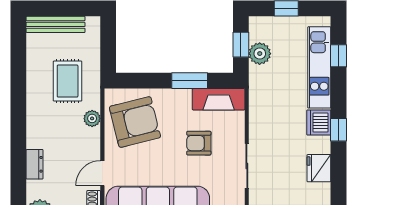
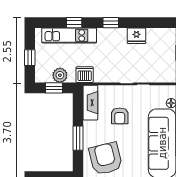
window: (339, 56) -> (74, 23), moved
window: (190, 81) -> (78, 138), moved
dishwasher: (319, 123) -> (85, 75), moved, turned 180

